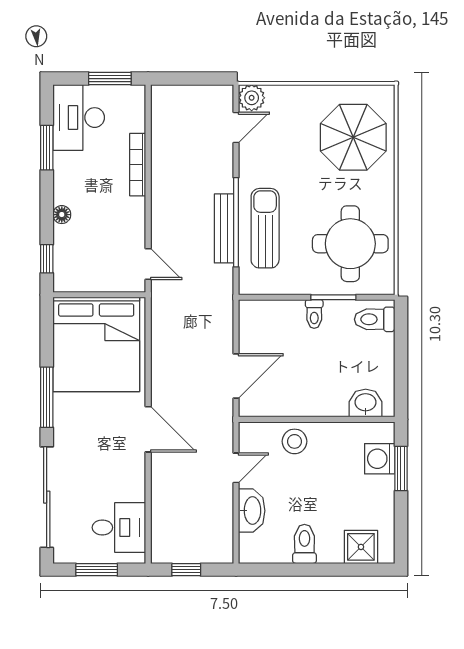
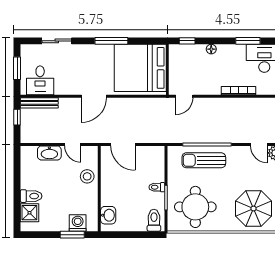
bench: (224, 228) -> (39, 103), moved
sun lounger: (265, 228) -> (204, 160), turned 180
sliding door: (47, 497) -> (57, 41), width x0.54
toilet: (304, 544) -> (31, 196), moved

